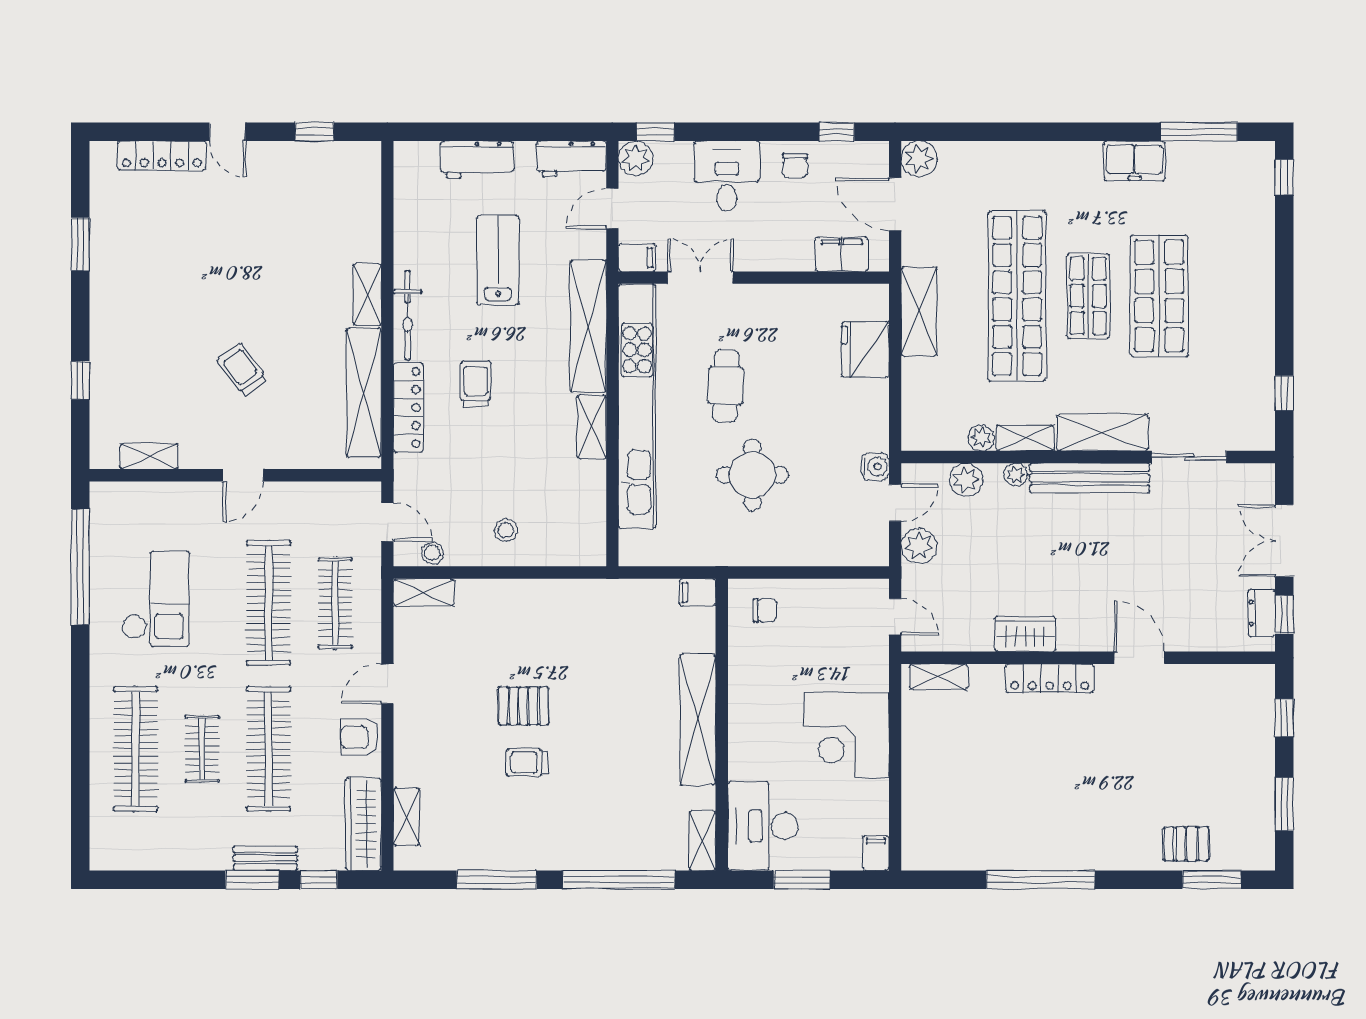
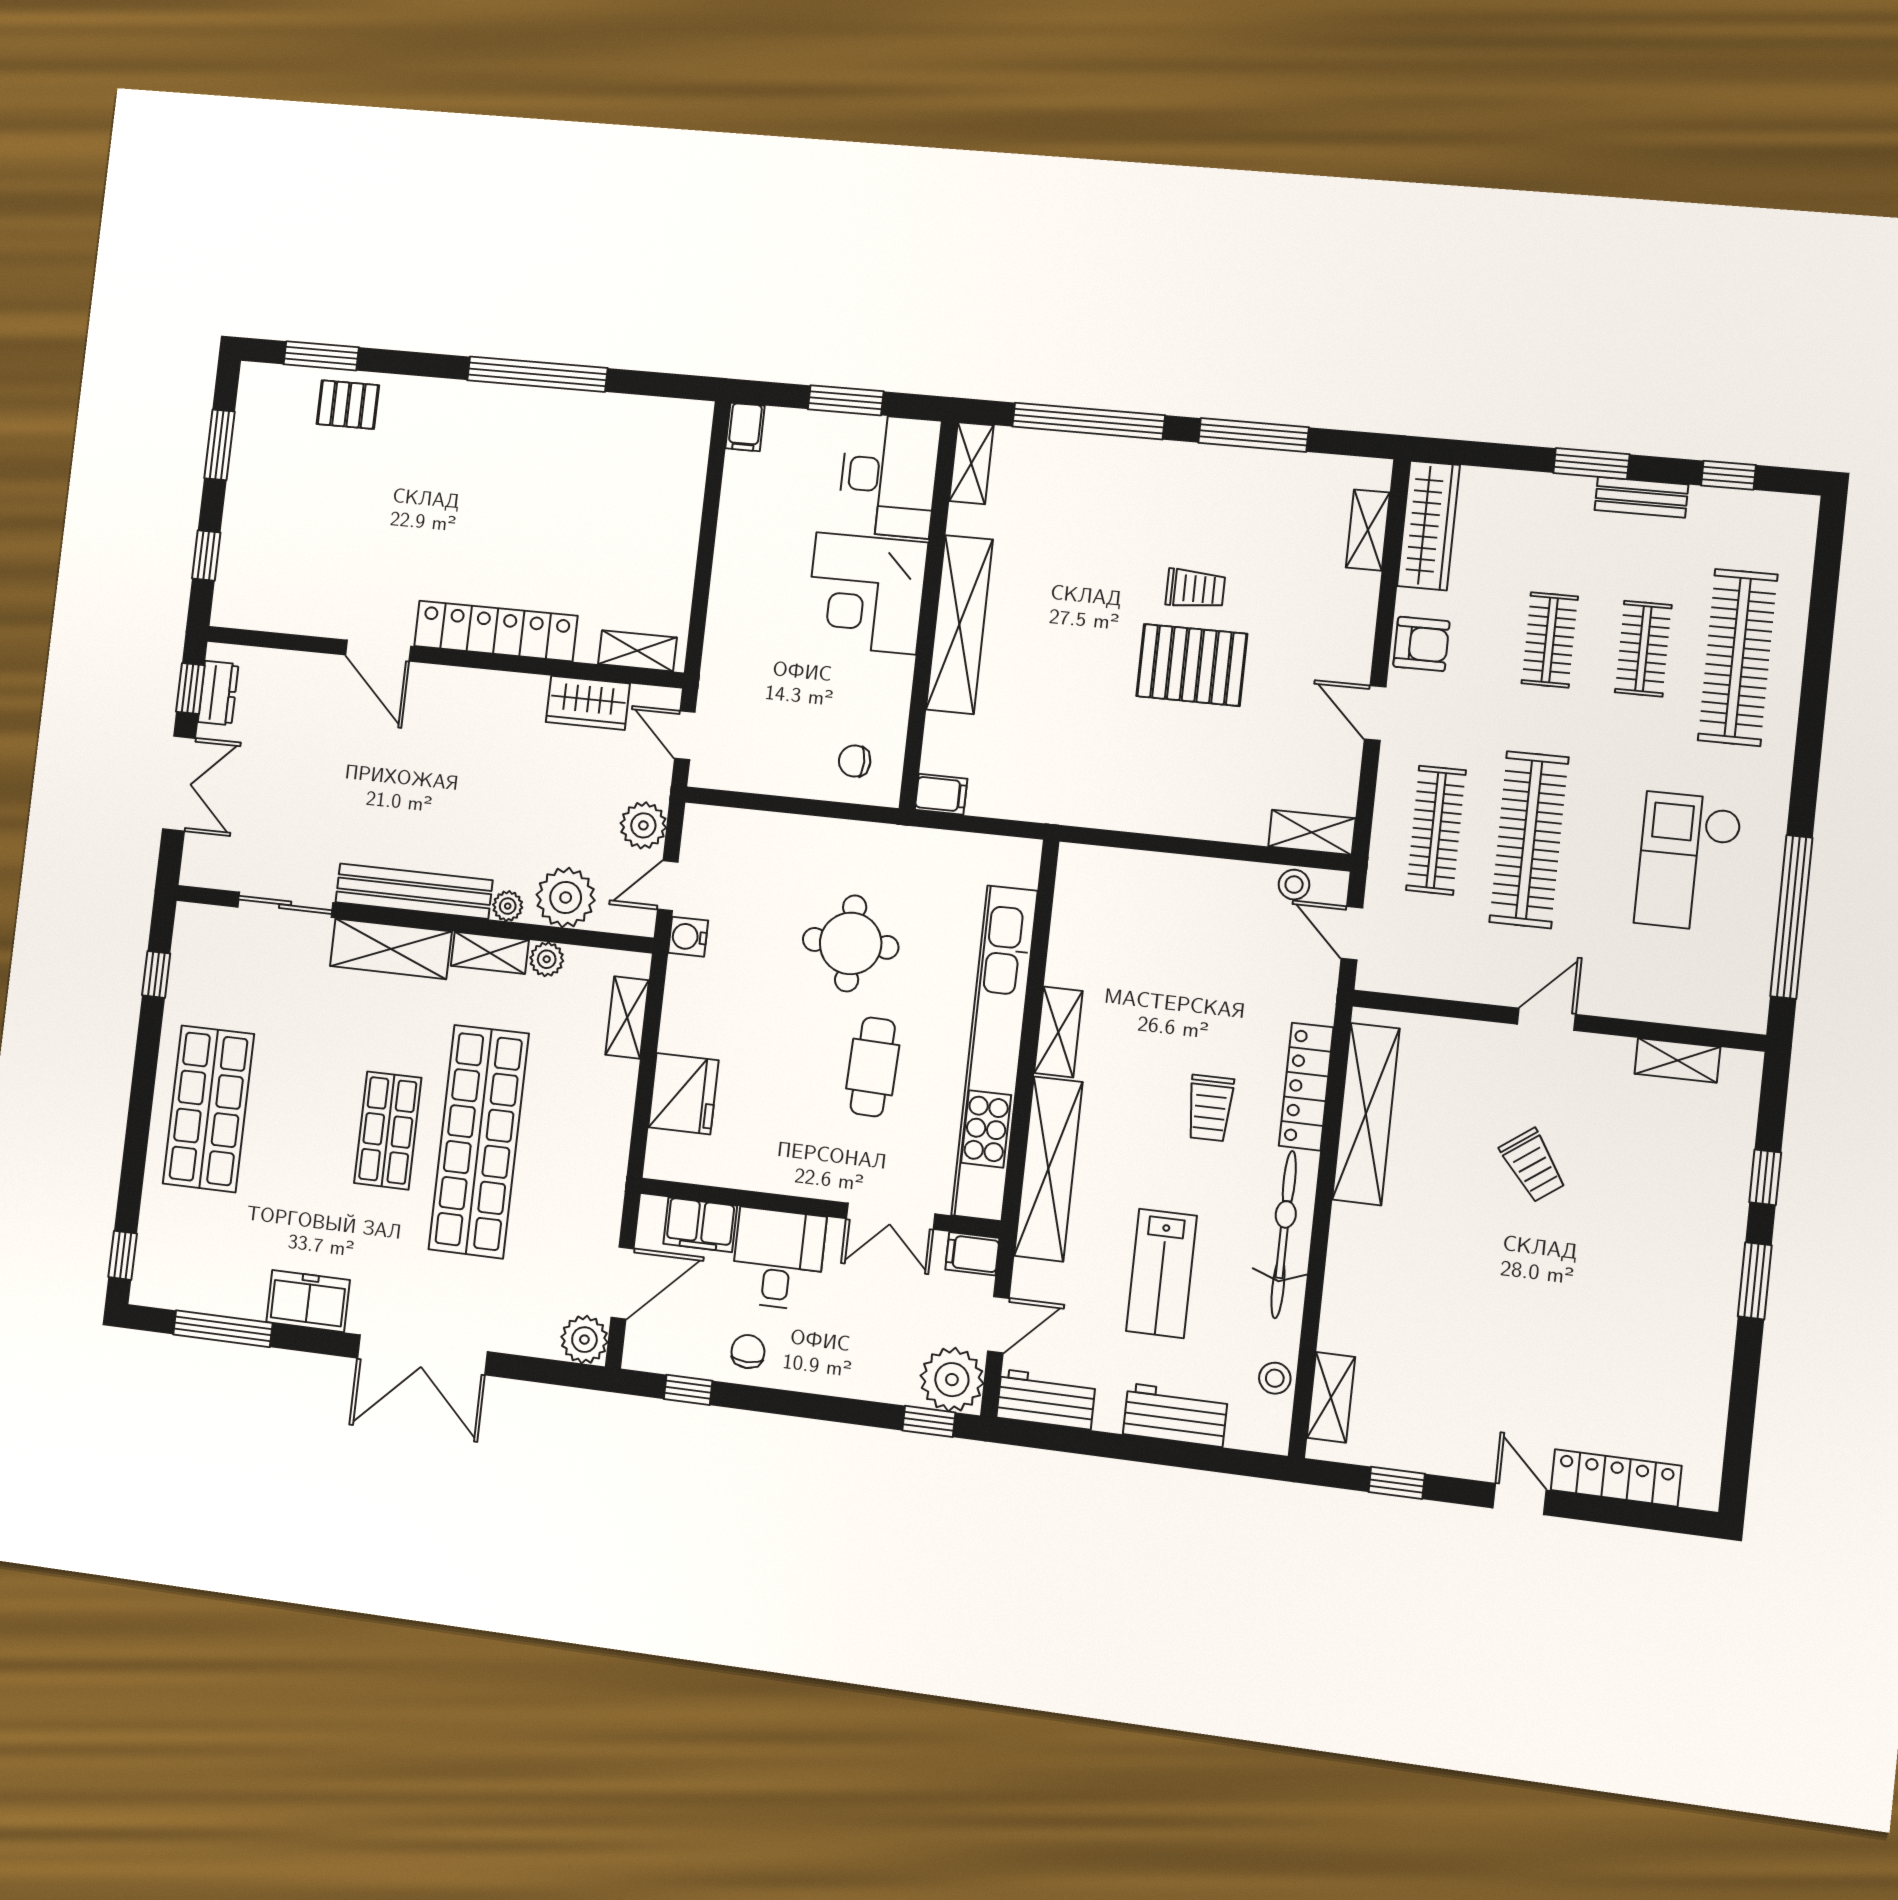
double door: (1042, 132) -> (422, 1355), added
plant: (636, 158) -> (952, 1380), width x1.36, depth x1.36
desk: (727, 176) -> (778, 1259), moved, turned 180
door: (895, 204) -> (623, 1283), hinge flipped
window: (80, 244) -> (1755, 1281), moved
shelving: (367, 295) -> (1331, 1397), moved
shop shelf: (1159, 296) -> (208, 1109), moved
shelving: (919, 311) -> (627, 1018), moved, width x0.67, depth x0.75
bicycle: (408, 315) -> (1284, 1235), width x1.37, depth x1.40
plant: (966, 480) -> (566, 898), width x1.36, depth x1.36
stool: (506, 530) -> (1275, 1378), moved
wardrobe: (1025, 634) -> (588, 703), moved
locker: (1050, 678) -> (496, 631), width x1.41, depth x1.21
door: (387, 684) -> (1375, 713), swing flipped
pallet: (523, 706) -> (1192, 665), width x1.50, depth x1.42
corner desk: (847, 735) -> (866, 593), moved, turned 180
clothes rail: (269, 749) -> (1550, 640), width x0.54, depth x0.76
bench: (265, 858) -> (1641, 497), moved
window: (319, 880) -> (1728, 475), moved

